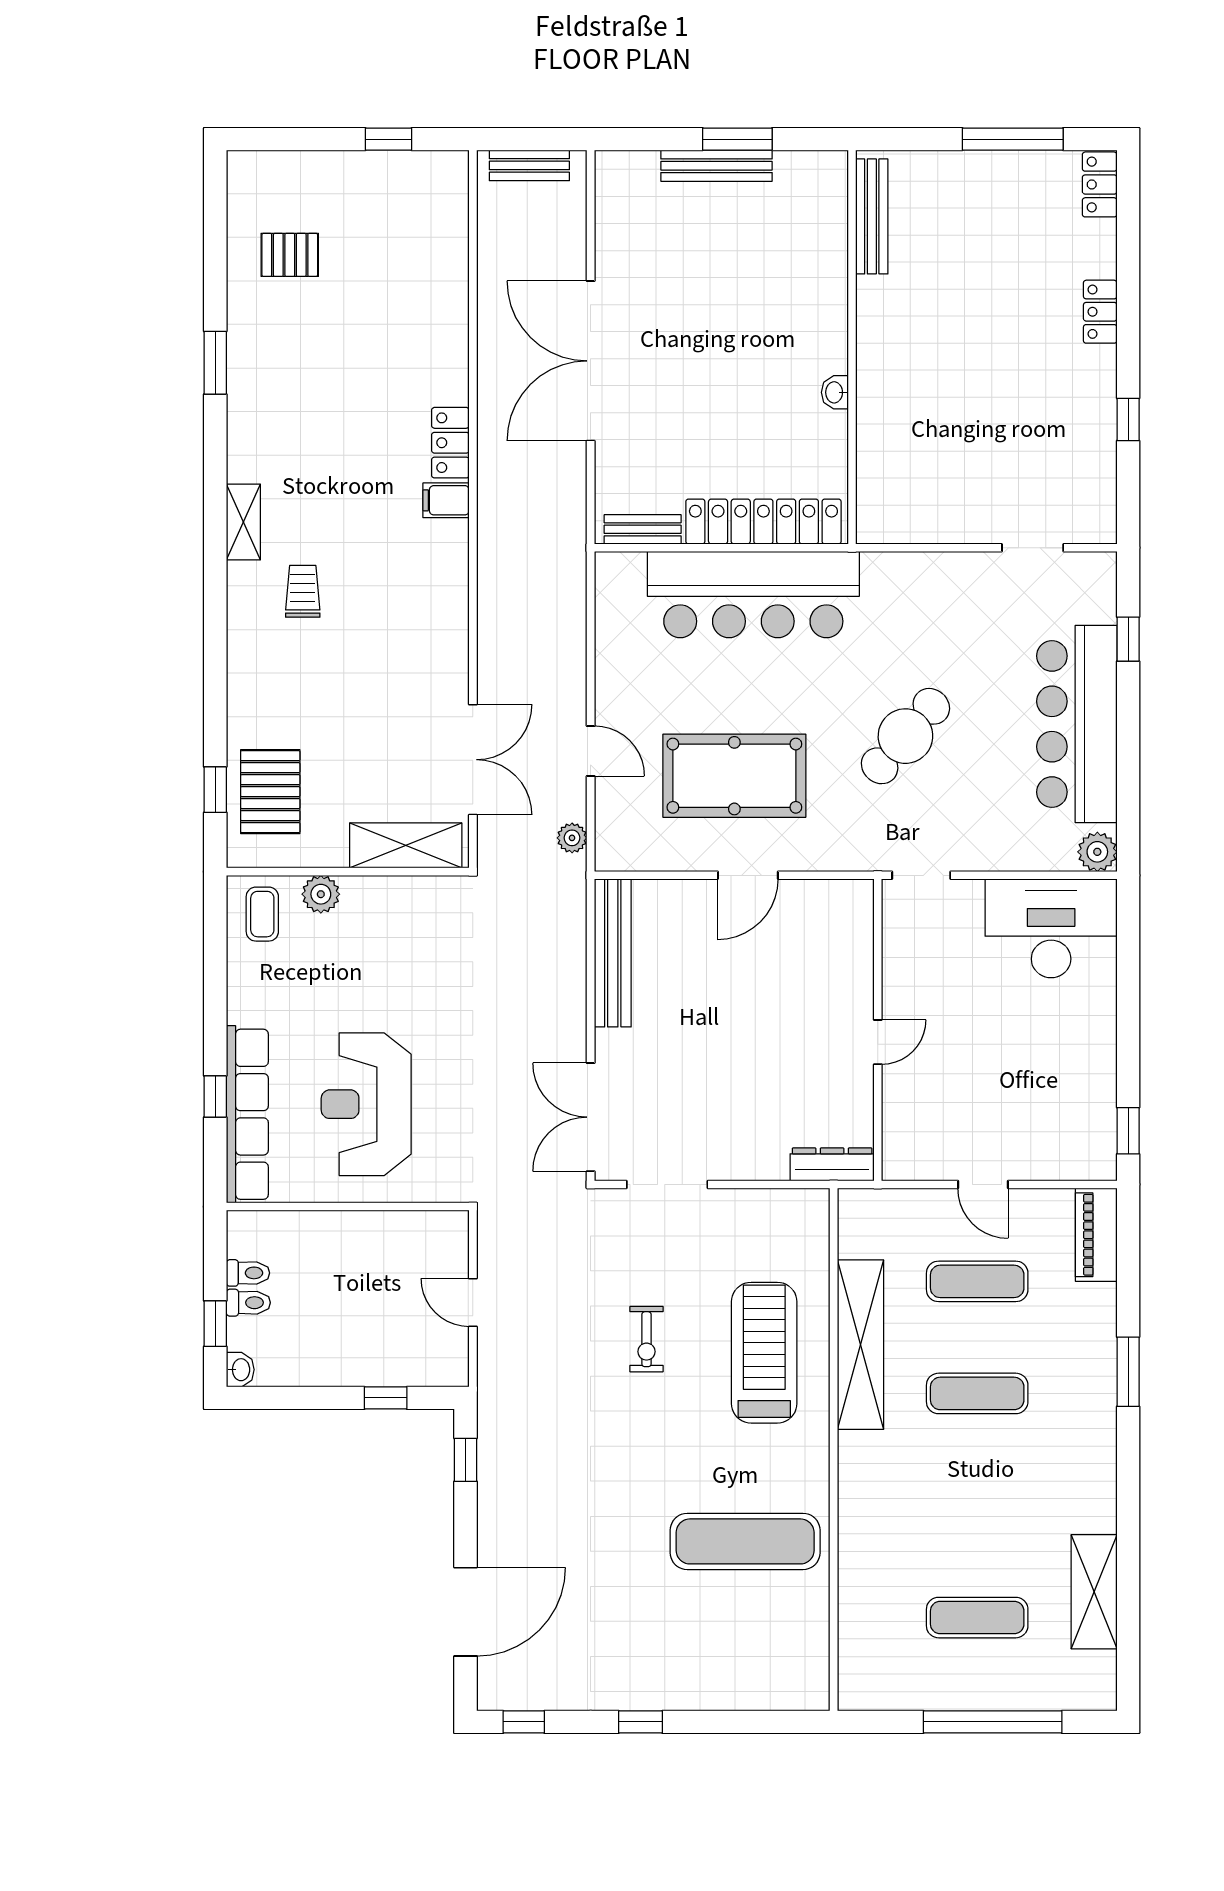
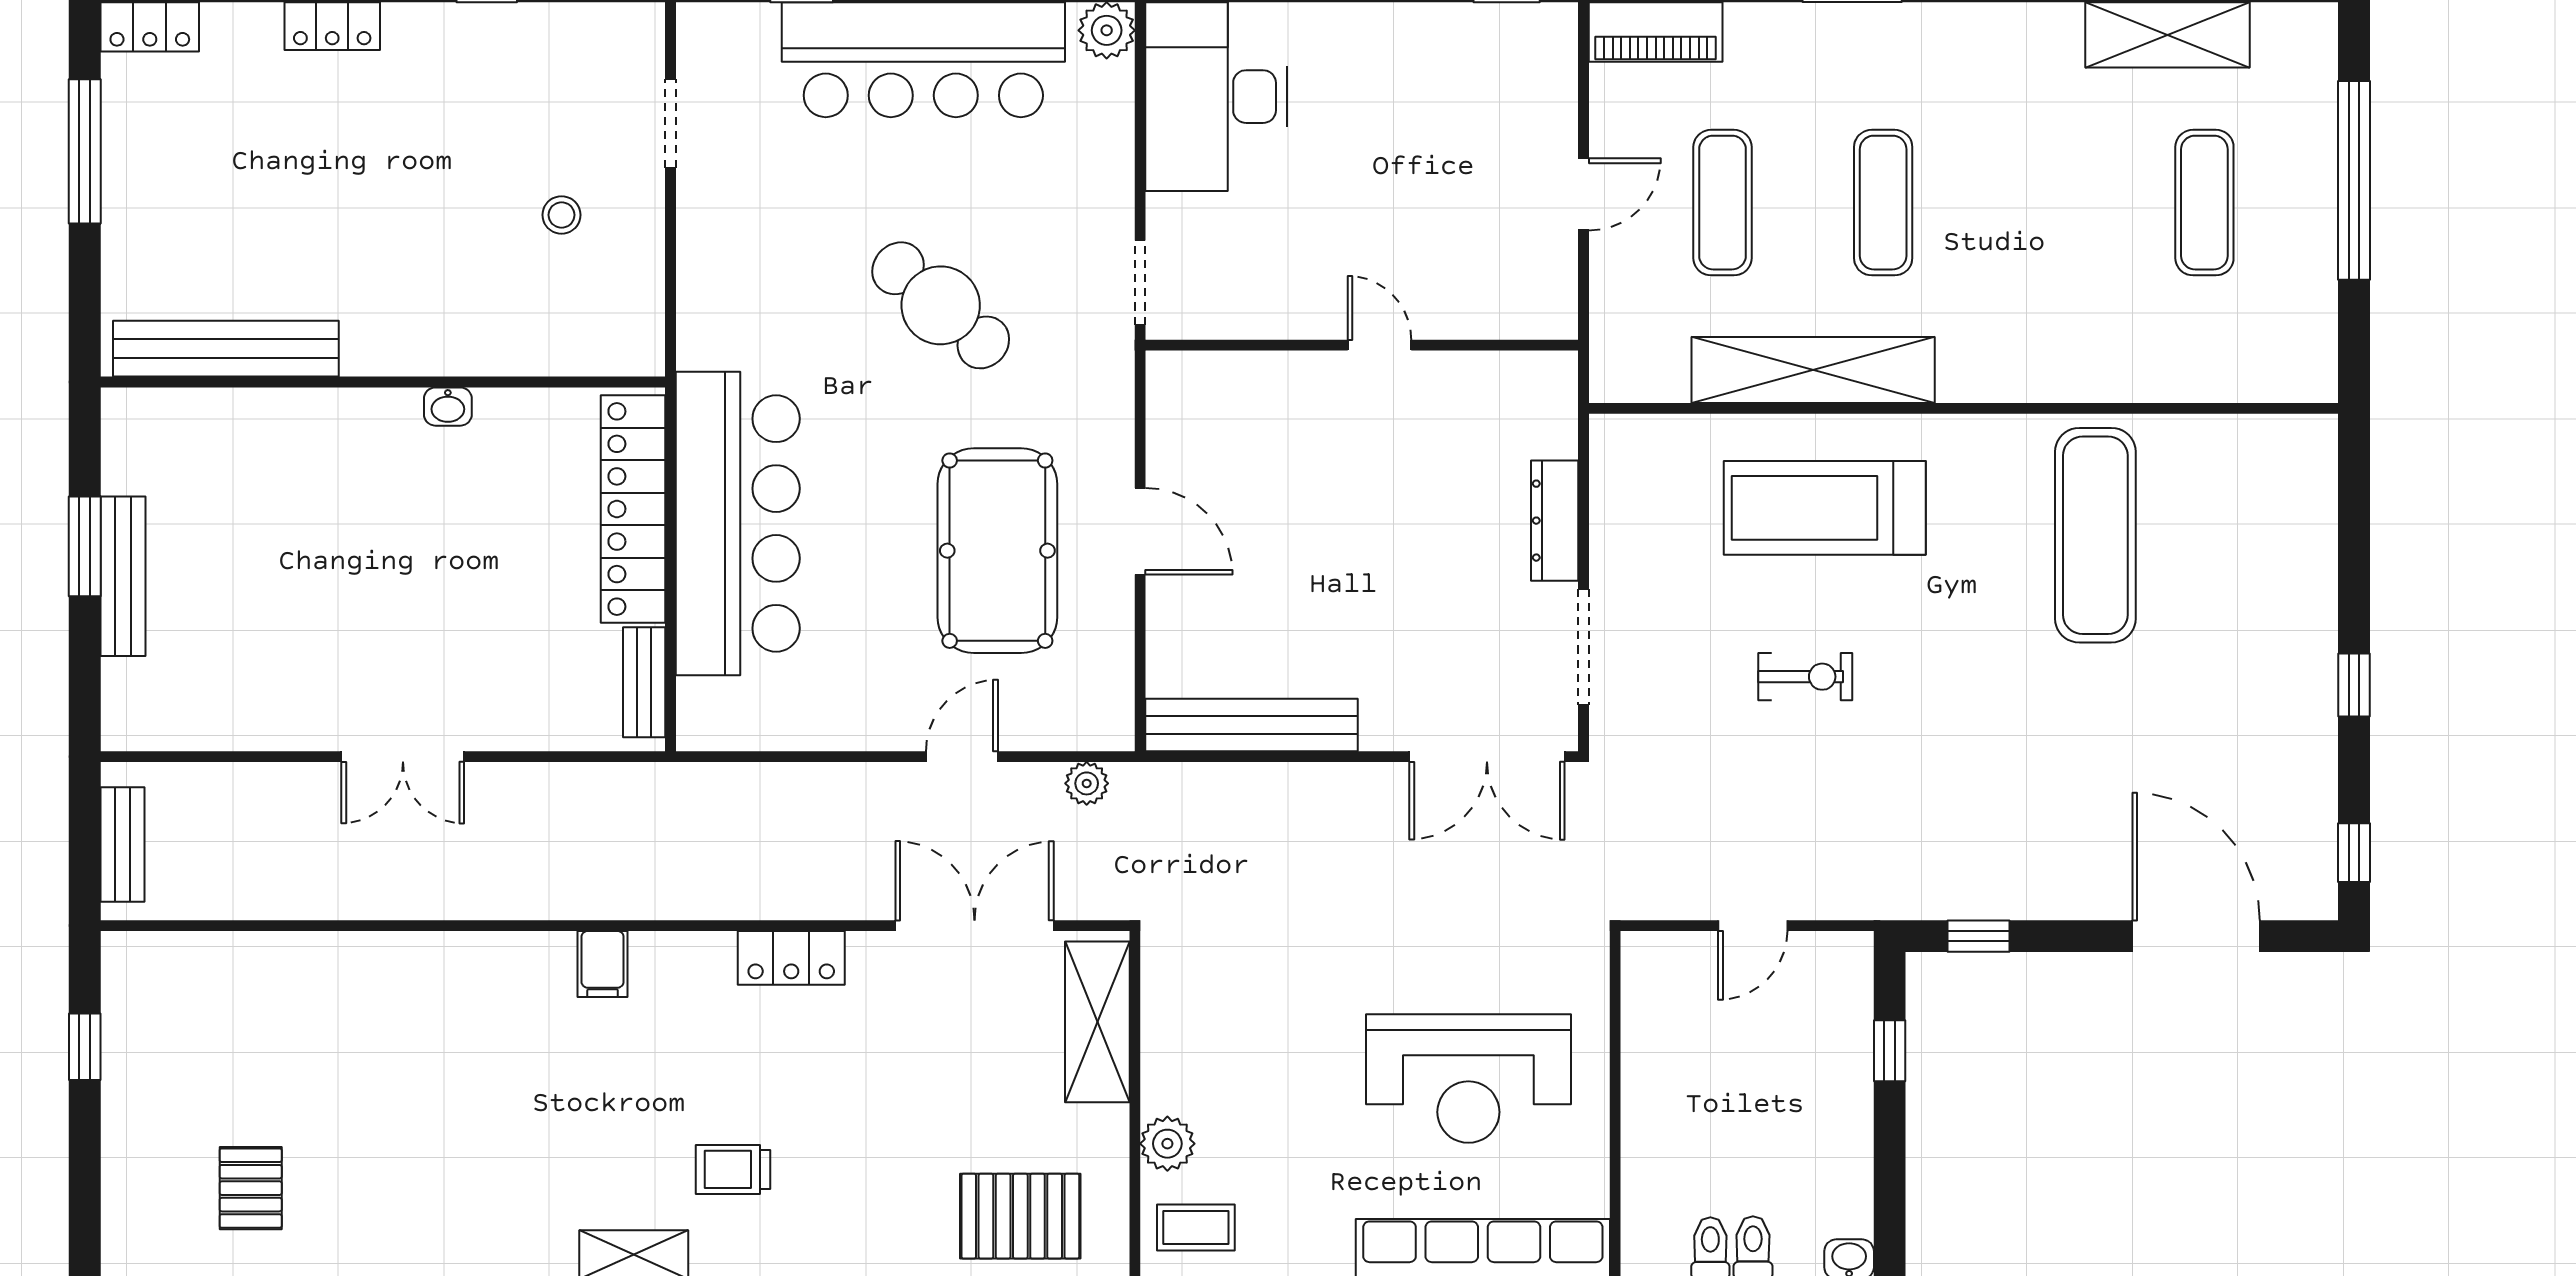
bench: (872, 216) -> (226, 349), width x1.37, depth x1.21
double door: (591, 361) -> (403, 757), width x0.54
locker: (450, 443) -> (791, 958), moved
stool: (968, 472) -> (562, 215), added
dresser: (832, 1164) -> (1555, 521), moved

